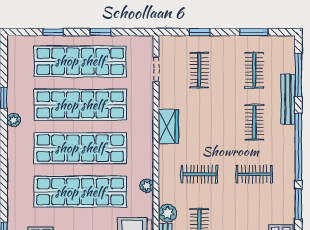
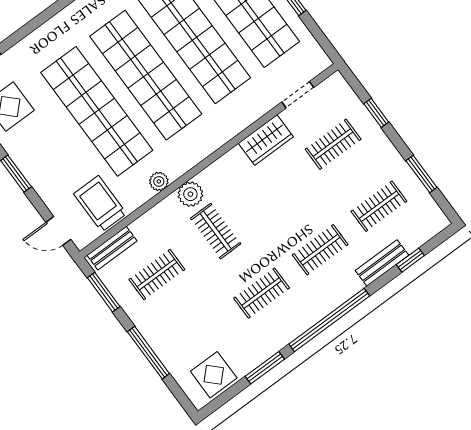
window: (298, 75) -> (410, 260), width x0.46
bench: (288, 99) -> (382, 263), width x0.73
wardrobe: (168, 127) -> (266, 140), moved
clothes rail: (254, 174) -> (262, 293), turned 90
plant: (167, 213) -> (190, 194), moved

